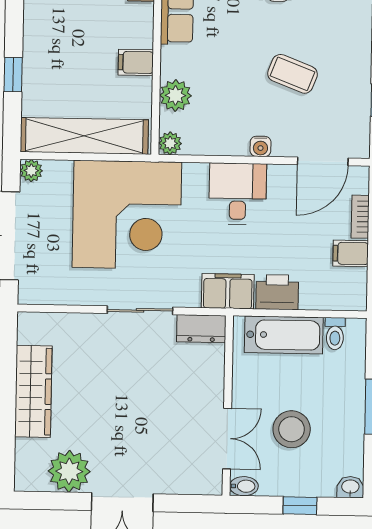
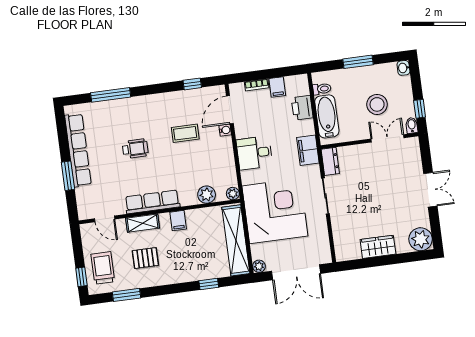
filing cabinet: (136, 62) -> (178, 221), moved
coffee table: (293, 74) -> (185, 133), turned 69
water cooler: (261, 146) -> (225, 130), moved
door: (323, 161) -> (230, 110), swing flipped
printer: (277, 292) -> (302, 108), moved
wardrobe: (33, 391) -> (378, 247), width x0.67
plant: (69, 471) -> (421, 239), moved
window: (300, 506) -> (420, 109), moved

